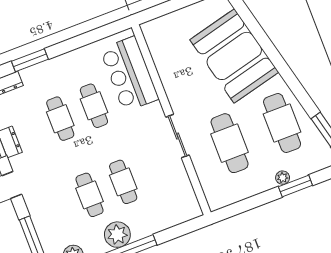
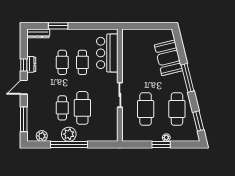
booth: (234, 56) -> (168, 58), width x0.73, depth x0.70
window: (280, 64) -> (188, 78), added
cafe table: (123, 182) -> (82, 108), width x1.37, depth x1.35
window: (295, 186) -> (161, 144), moved

